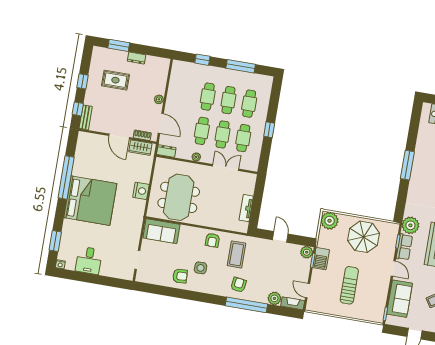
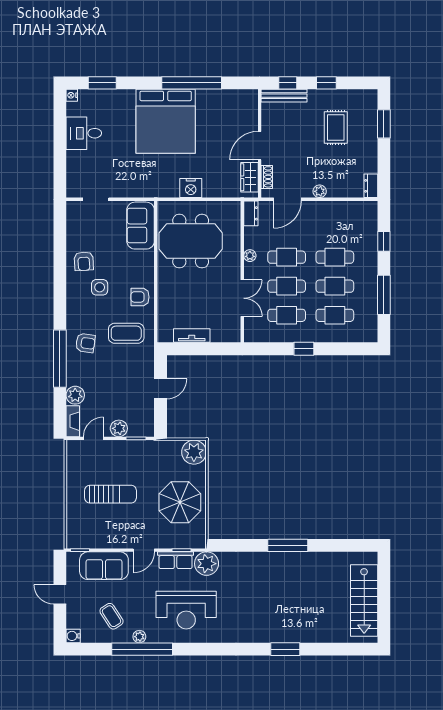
dresser: (137, 58) -> (371, 186), moved
bench: (86, 117) -> (284, 96), width x1.36
plant: (307, 252) -> (119, 428), moved
barbecue: (321, 259) -> (140, 449), removed

